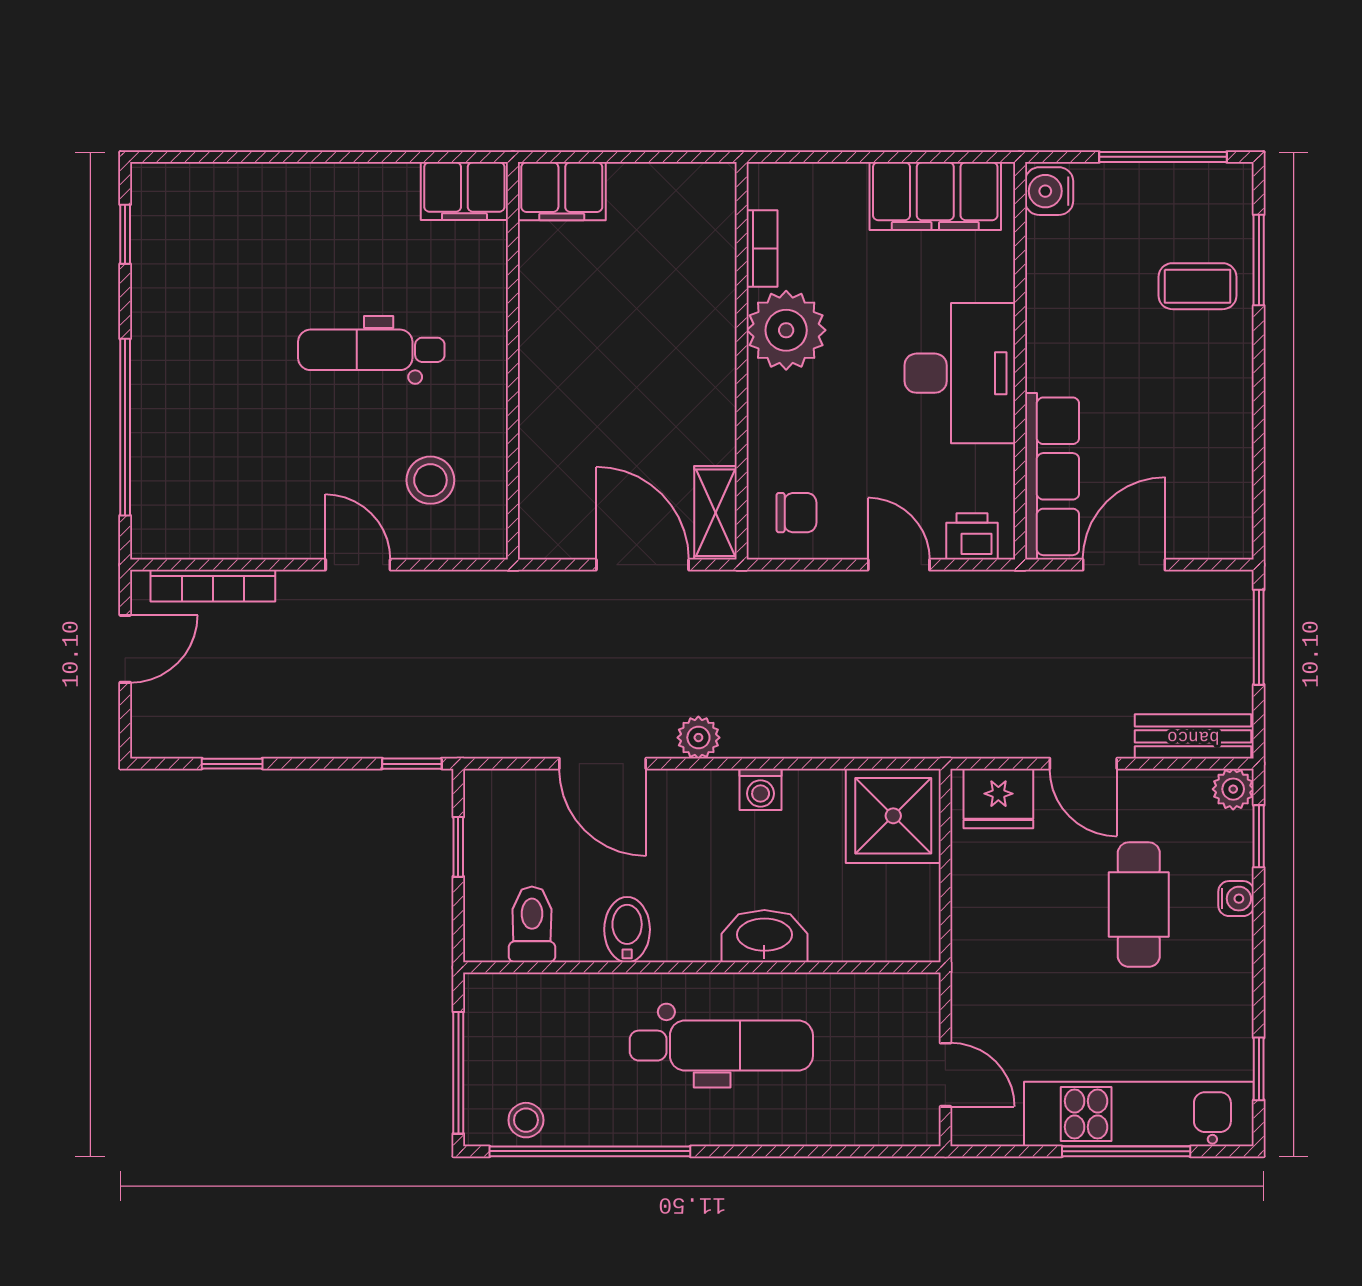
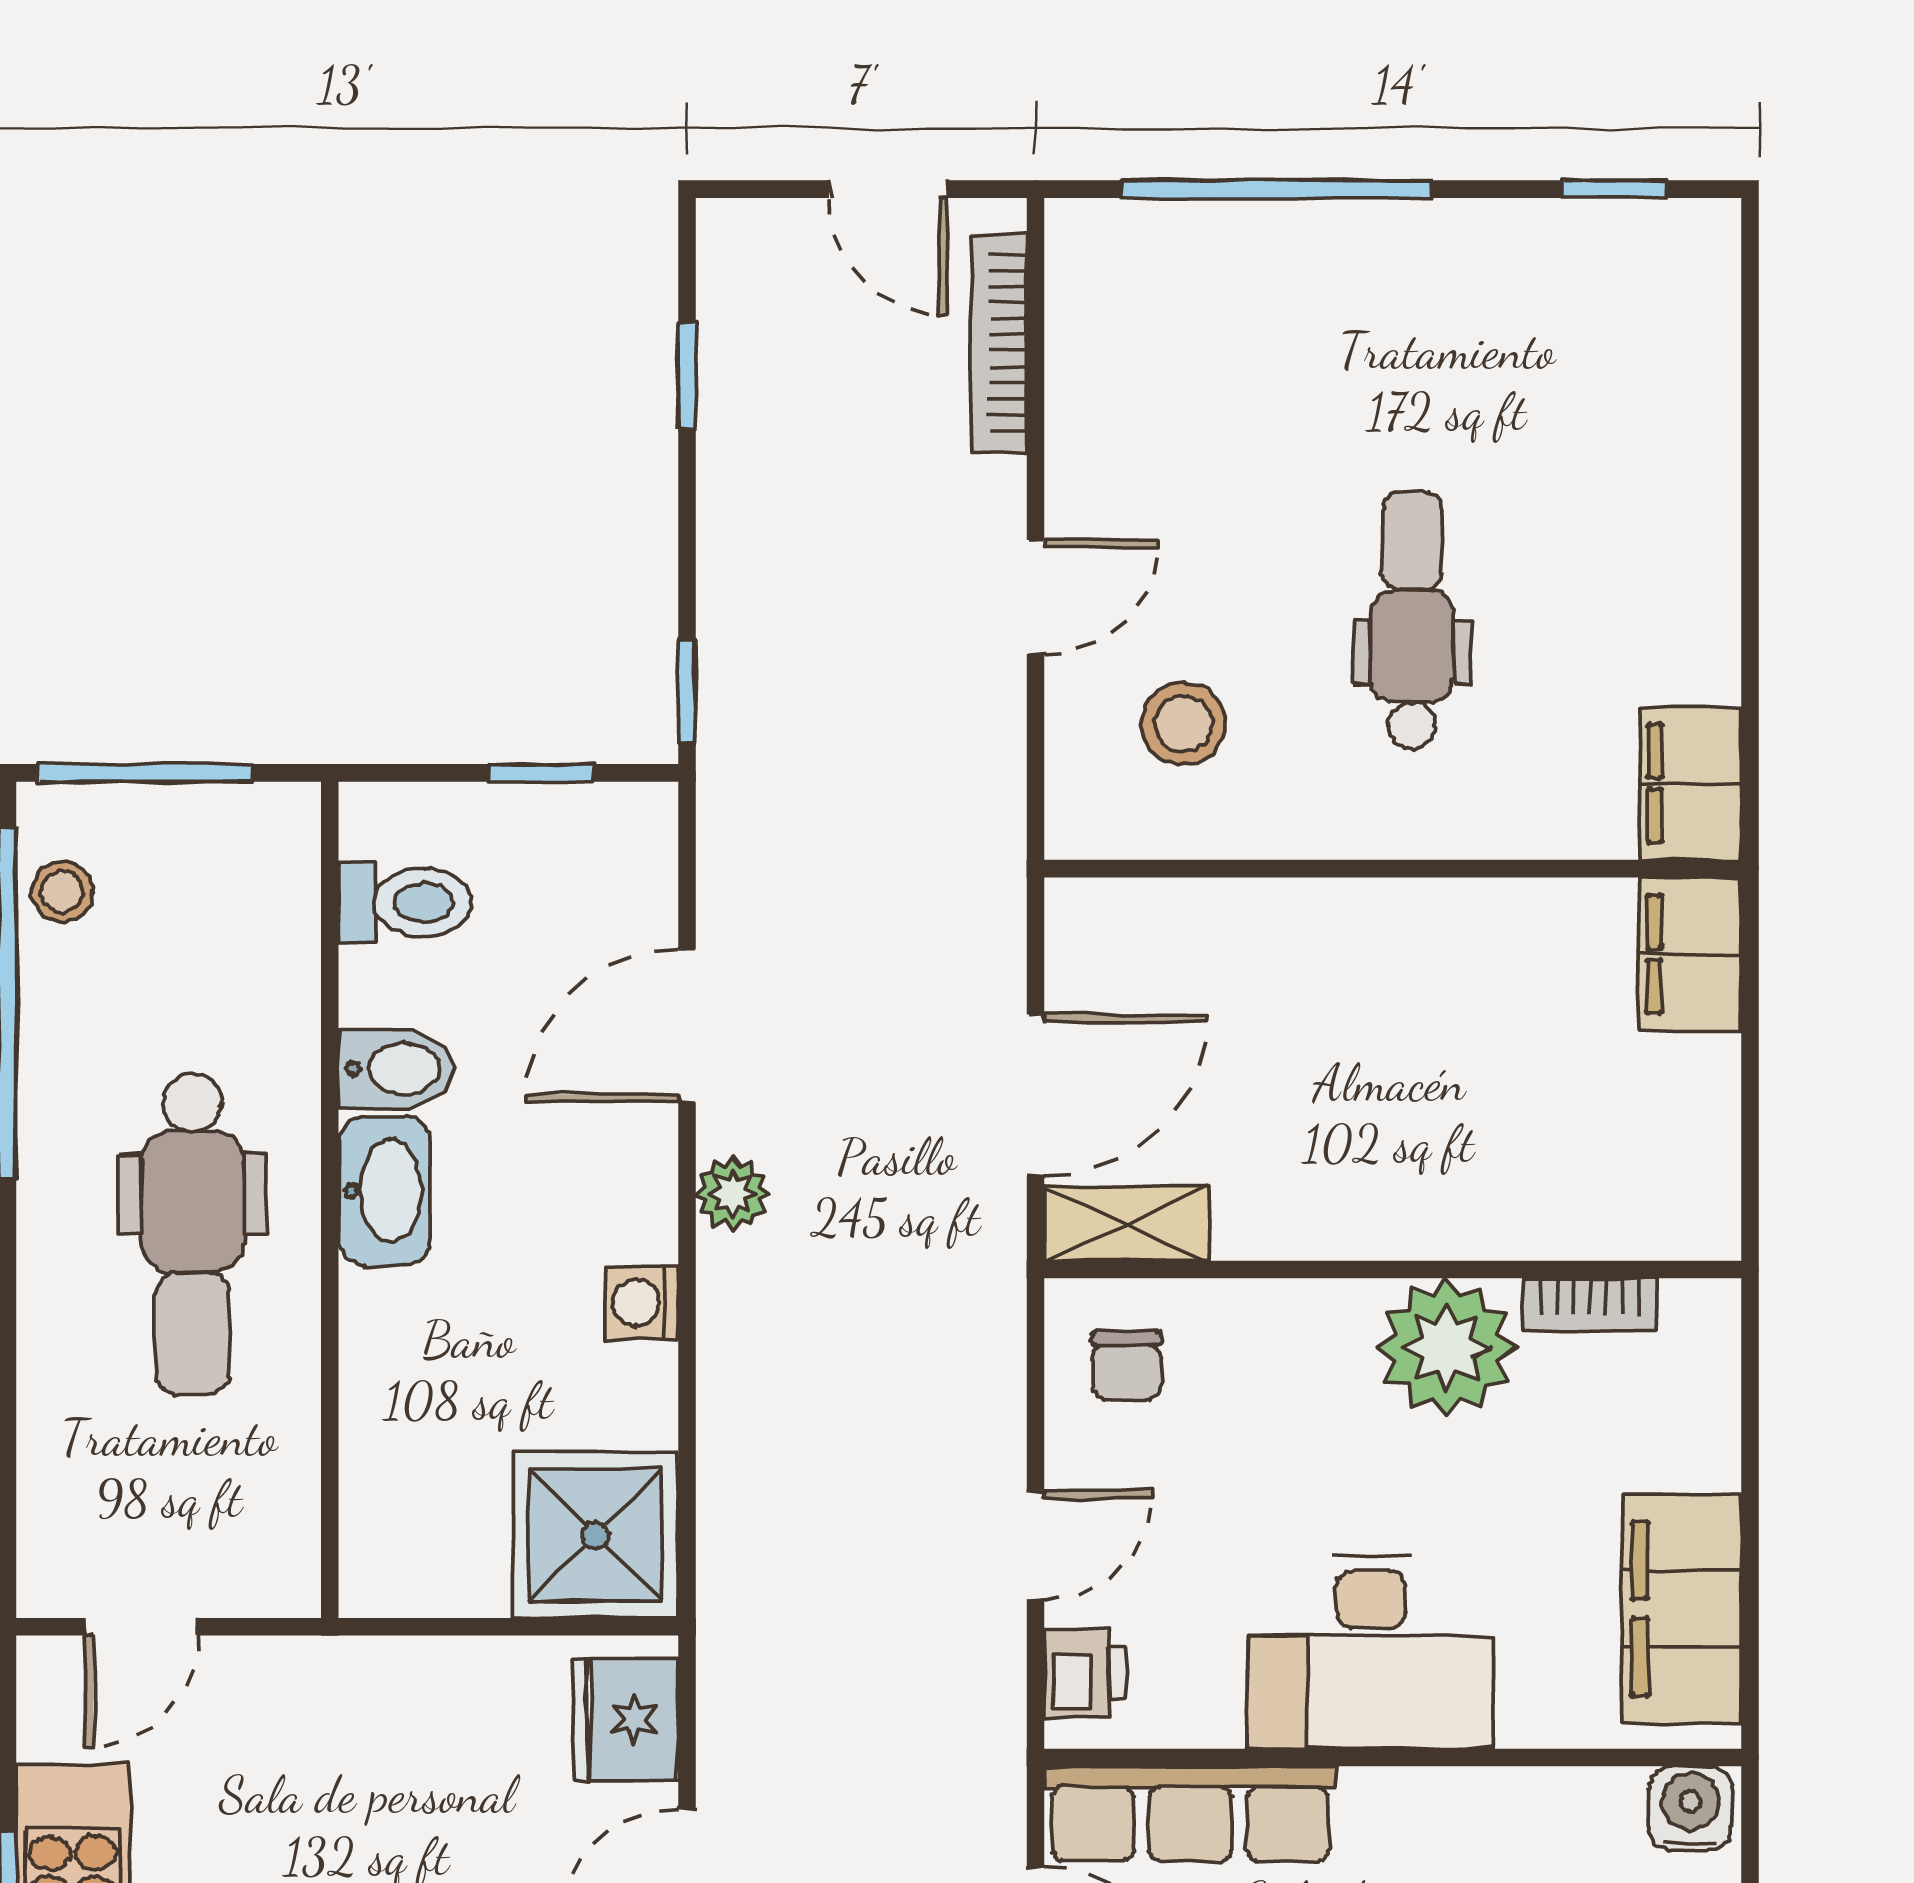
washbasin: (764, 936) -> (384, 1191), moved

